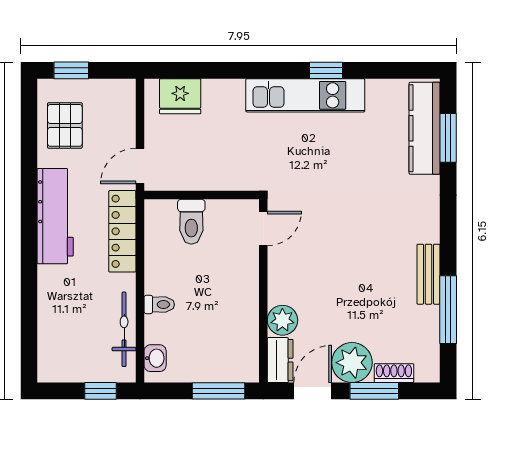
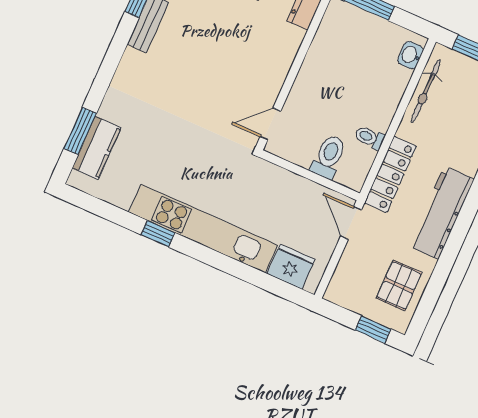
kitchen unit: (305, 95) -> (203, 229), width x1.36
kitchen counter: (425, 128) -> (97, 148), width x0.67
door: (140, 166) -> (351, 223), swing flipped
toilet: (159, 304) -> (370, 138), moved
plant: (282, 320) -> (289, 39), removed

